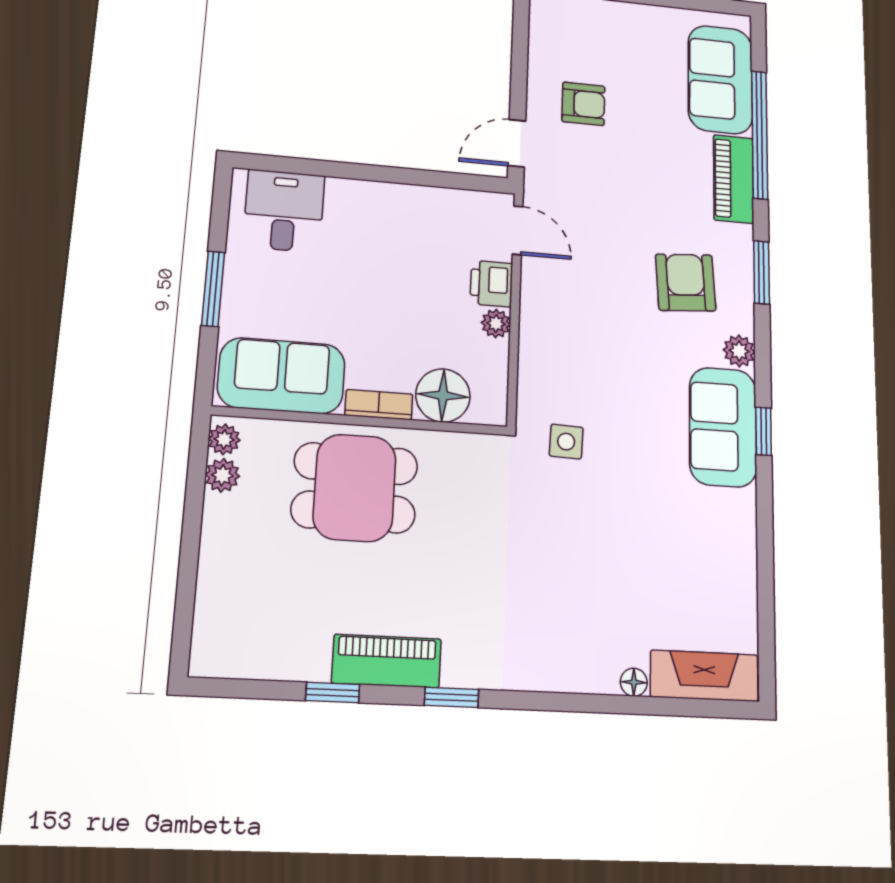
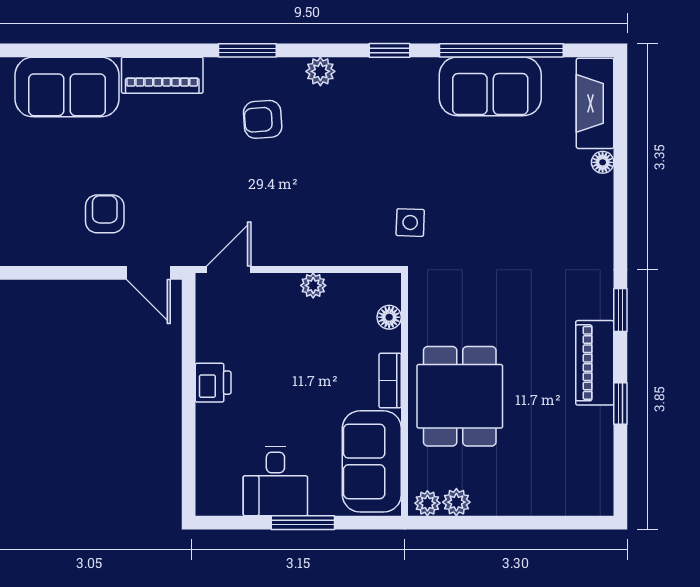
window: (760, 135) -> (501, 50), moved
desk: (284, 211) -> (275, 481), moved, turned -90
armchair: (686, 283) -> (263, 119), width x0.72, depth x0.72
printer: (491, 284) -> (213, 383), moved, turned -90
floor lamp: (443, 395) -> (389, 317), width x0.53, depth x0.53
sofa: (723, 427) -> (490, 86), moved

